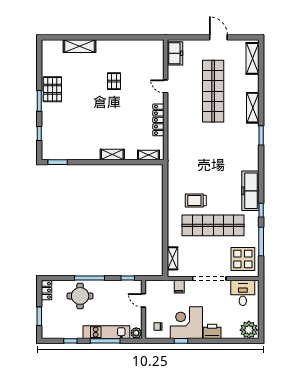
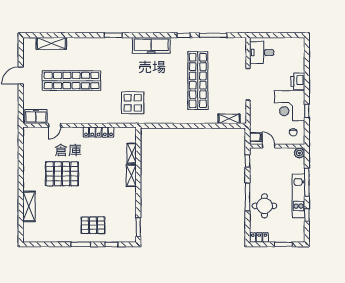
shelving: (252, 58) -> (51, 43), moved
pallet: (114, 81) -> (62, 174), width x2.05, depth x2.00
door: (166, 86) -> (55, 125), moved
pallet: (52, 89) -> (93, 225), moved
shelving: (253, 108) -> (87, 43), removed
shelving: (148, 155) -> (132, 153), moved
freezer: (250, 191) -> (151, 45), moved
trolley: (196, 201) -> (175, 97), removed
display table: (243, 259) -> (133, 103), moved
filing cabinet: (179, 287) -> (256, 137), moved
door: (144, 300) -> (269, 146), swing flipped
plant: (249, 330) -> (296, 47), removed
kitchen unit: (106, 332) -> (299, 196), moved

